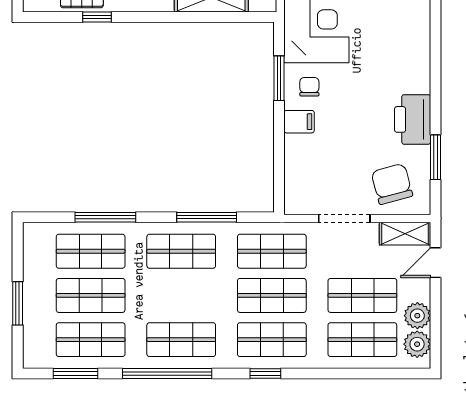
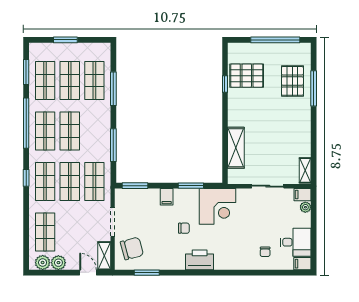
chair: (309, 87) -> (184, 228), moved
printer: (413, 119) -> (200, 260), moved
window: (279, 178) -> (135, 186), added
shop shelf: (181, 251) -> (70, 131), moved
shop shelf: (362, 295) -> (70, 232), removed

